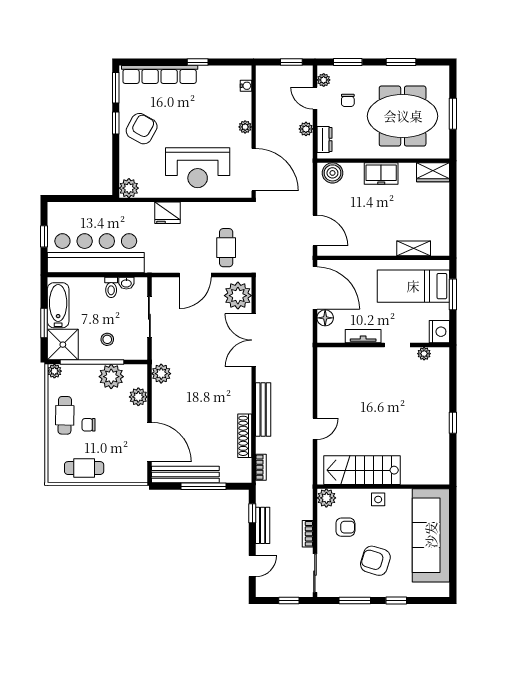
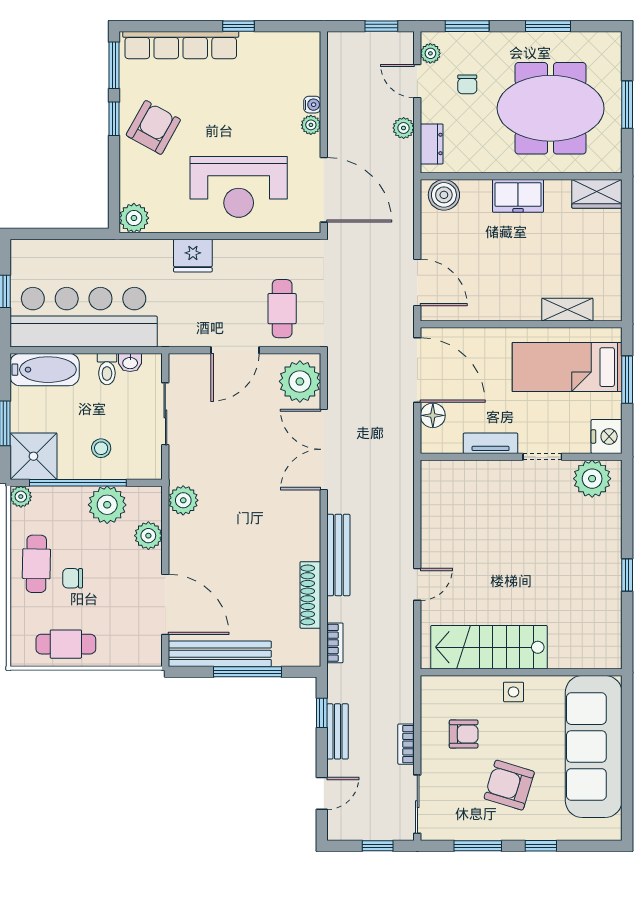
water cooler: (246, 86) -> (312, 105), moved
bathtub: (58, 305) -> (45, 370), moved, turned 90
plant: (424, 354) -> (592, 479), width x1.88, depth x1.88
plant: (326, 498) -> (435, 690), removed

